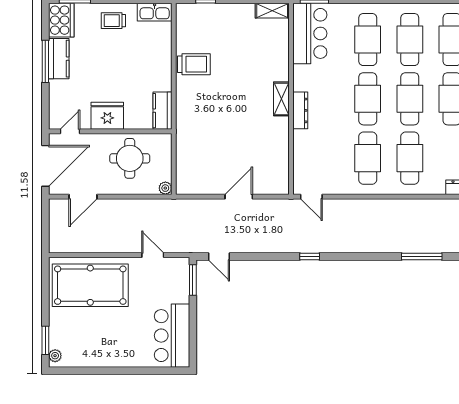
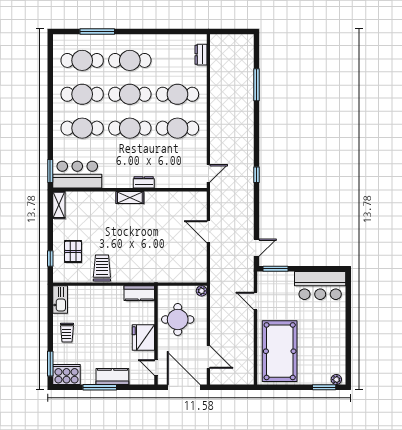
pallet: (214, 28) -> (73, 251), added
kitchen counter: (59, 59) -> (112, 377), moved
dresser: (300, 110) -> (144, 182), width x0.70
door: (153, 255) -> (256, 301), hinge flipped

